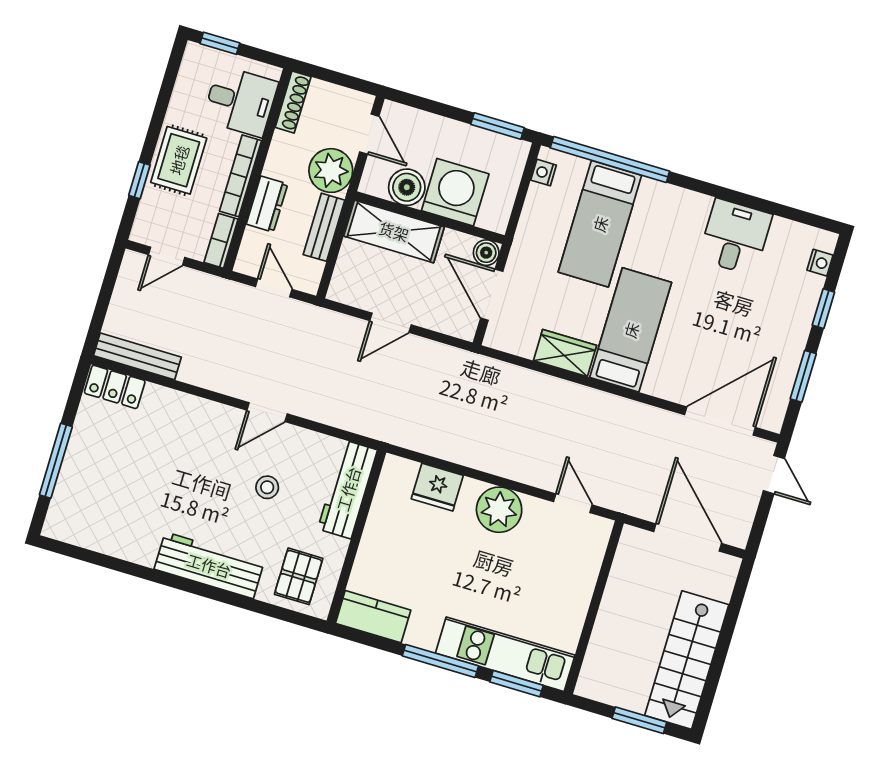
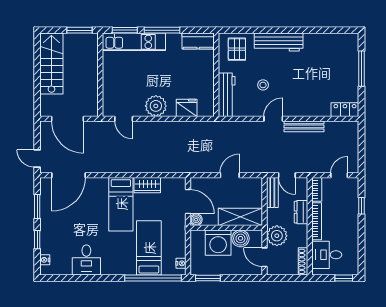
rug: (179, 160) -> (347, 220), removed
bench: (324, 227) -> (272, 192), moved
bench: (137, 356) -> (304, 126), moved
window: (639, 720) -> (79, 30), moved

